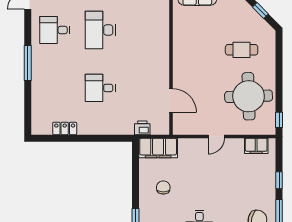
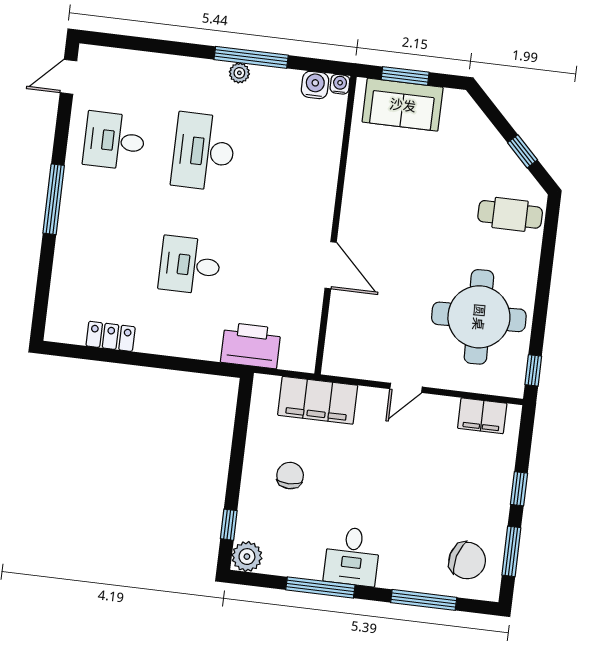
cafe table: (242, 50) -> (510, 214), moved
door: (171, 101) -> (331, 265), moved
printer: (142, 128) -> (251, 345), width x1.87, depth x1.48
filing cabinet: (158, 148) -> (318, 400), moved

